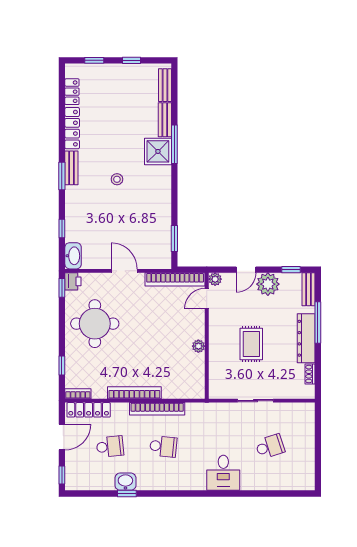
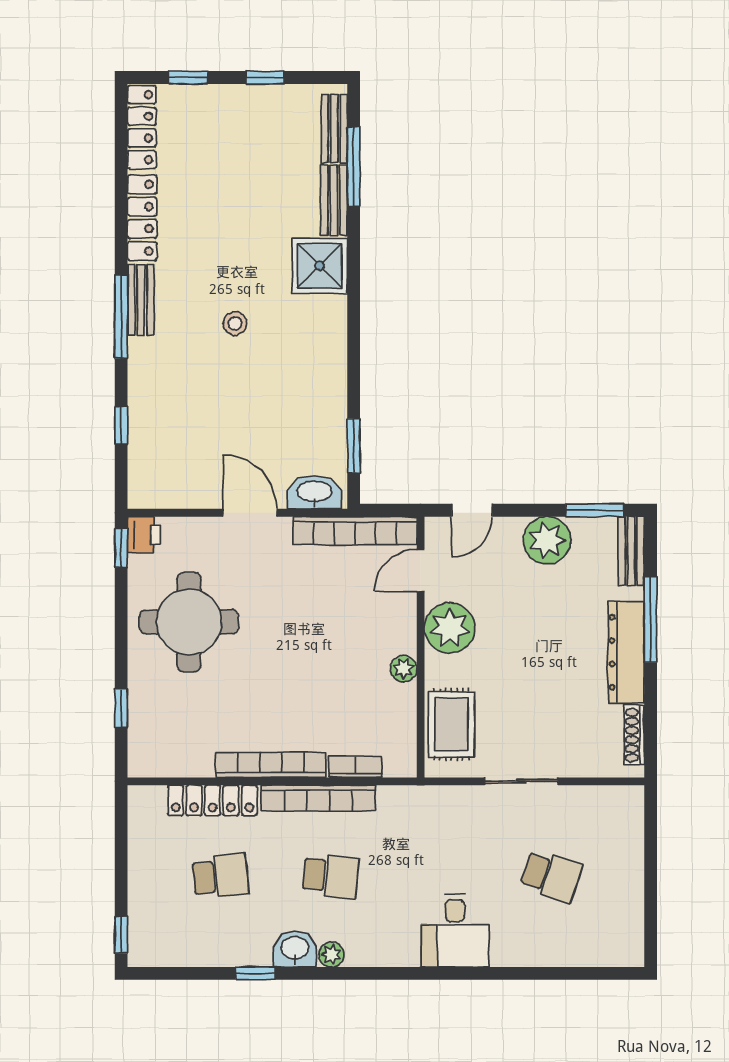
locker: (72, 92) -> (142, 127), width x1.53
window: (174, 144) -> (354, 167), moved
window: (62, 176) -> (121, 317), width x1.44
washbasin: (73, 256) -> (314, 492), moved, turned -90
door: (246, 270) -> (472, 510), moved
window: (291, 270) -> (595, 510), width x1.50
plant: (215, 279) -> (450, 628), moved, width x1.88, depth x1.88
rug: (251, 344) -> (451, 724), moved
shoe rack: (310, 374) -> (634, 735), width x1.43
bookcase: (78, 394) -> (355, 767), moved
locker: (89, 410) -> (212, 800), moved
door: (62, 437) -> (121, 856), removed
school desk: (270, 446) -> (551, 876), turned 36
washbasin: (125, 482) -> (295, 949), moved
plant: (164, 484) -> (331, 954), added

